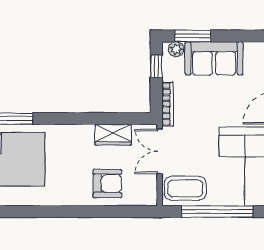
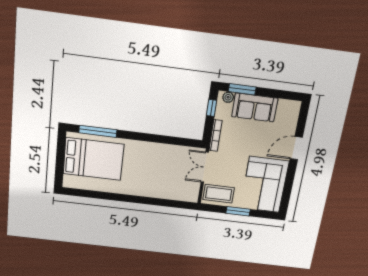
wardrobe: (113, 135) -> (173, 152), removed
armchair: (107, 183) -> (165, 184), removed
window: (217, 212) -> (238, 211), width x0.47

